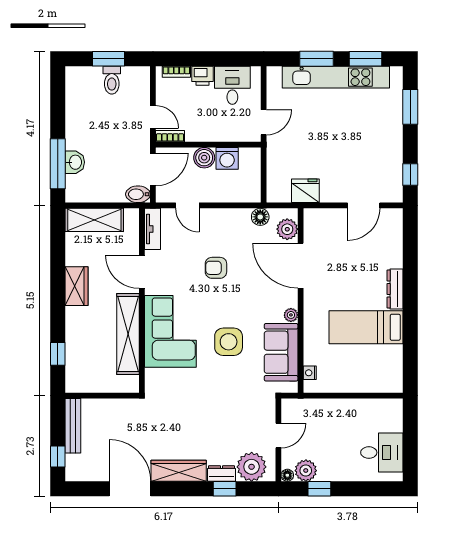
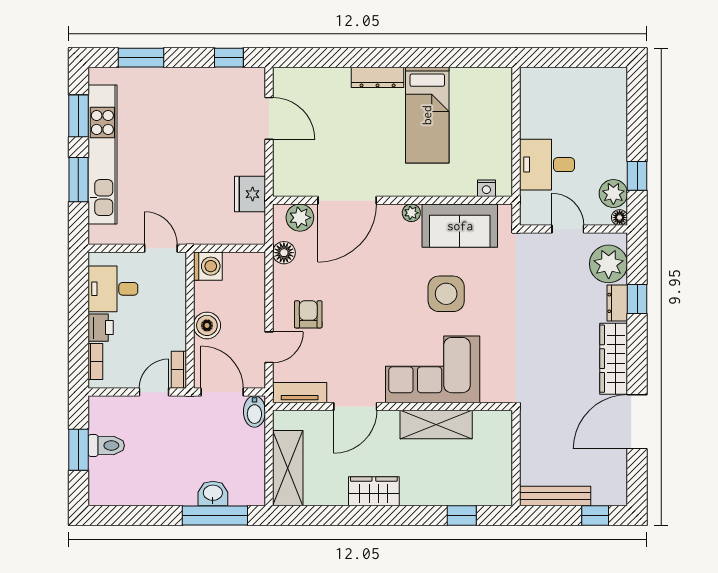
washing machine: (227, 158) -> (208, 266), moved
armchair: (216, 268) -> (308, 314), moved, turned 180
shelving: (128, 334) -> (436, 424), width x0.68
desk: (382, 453) -> (547, 165), moved, turned -90

